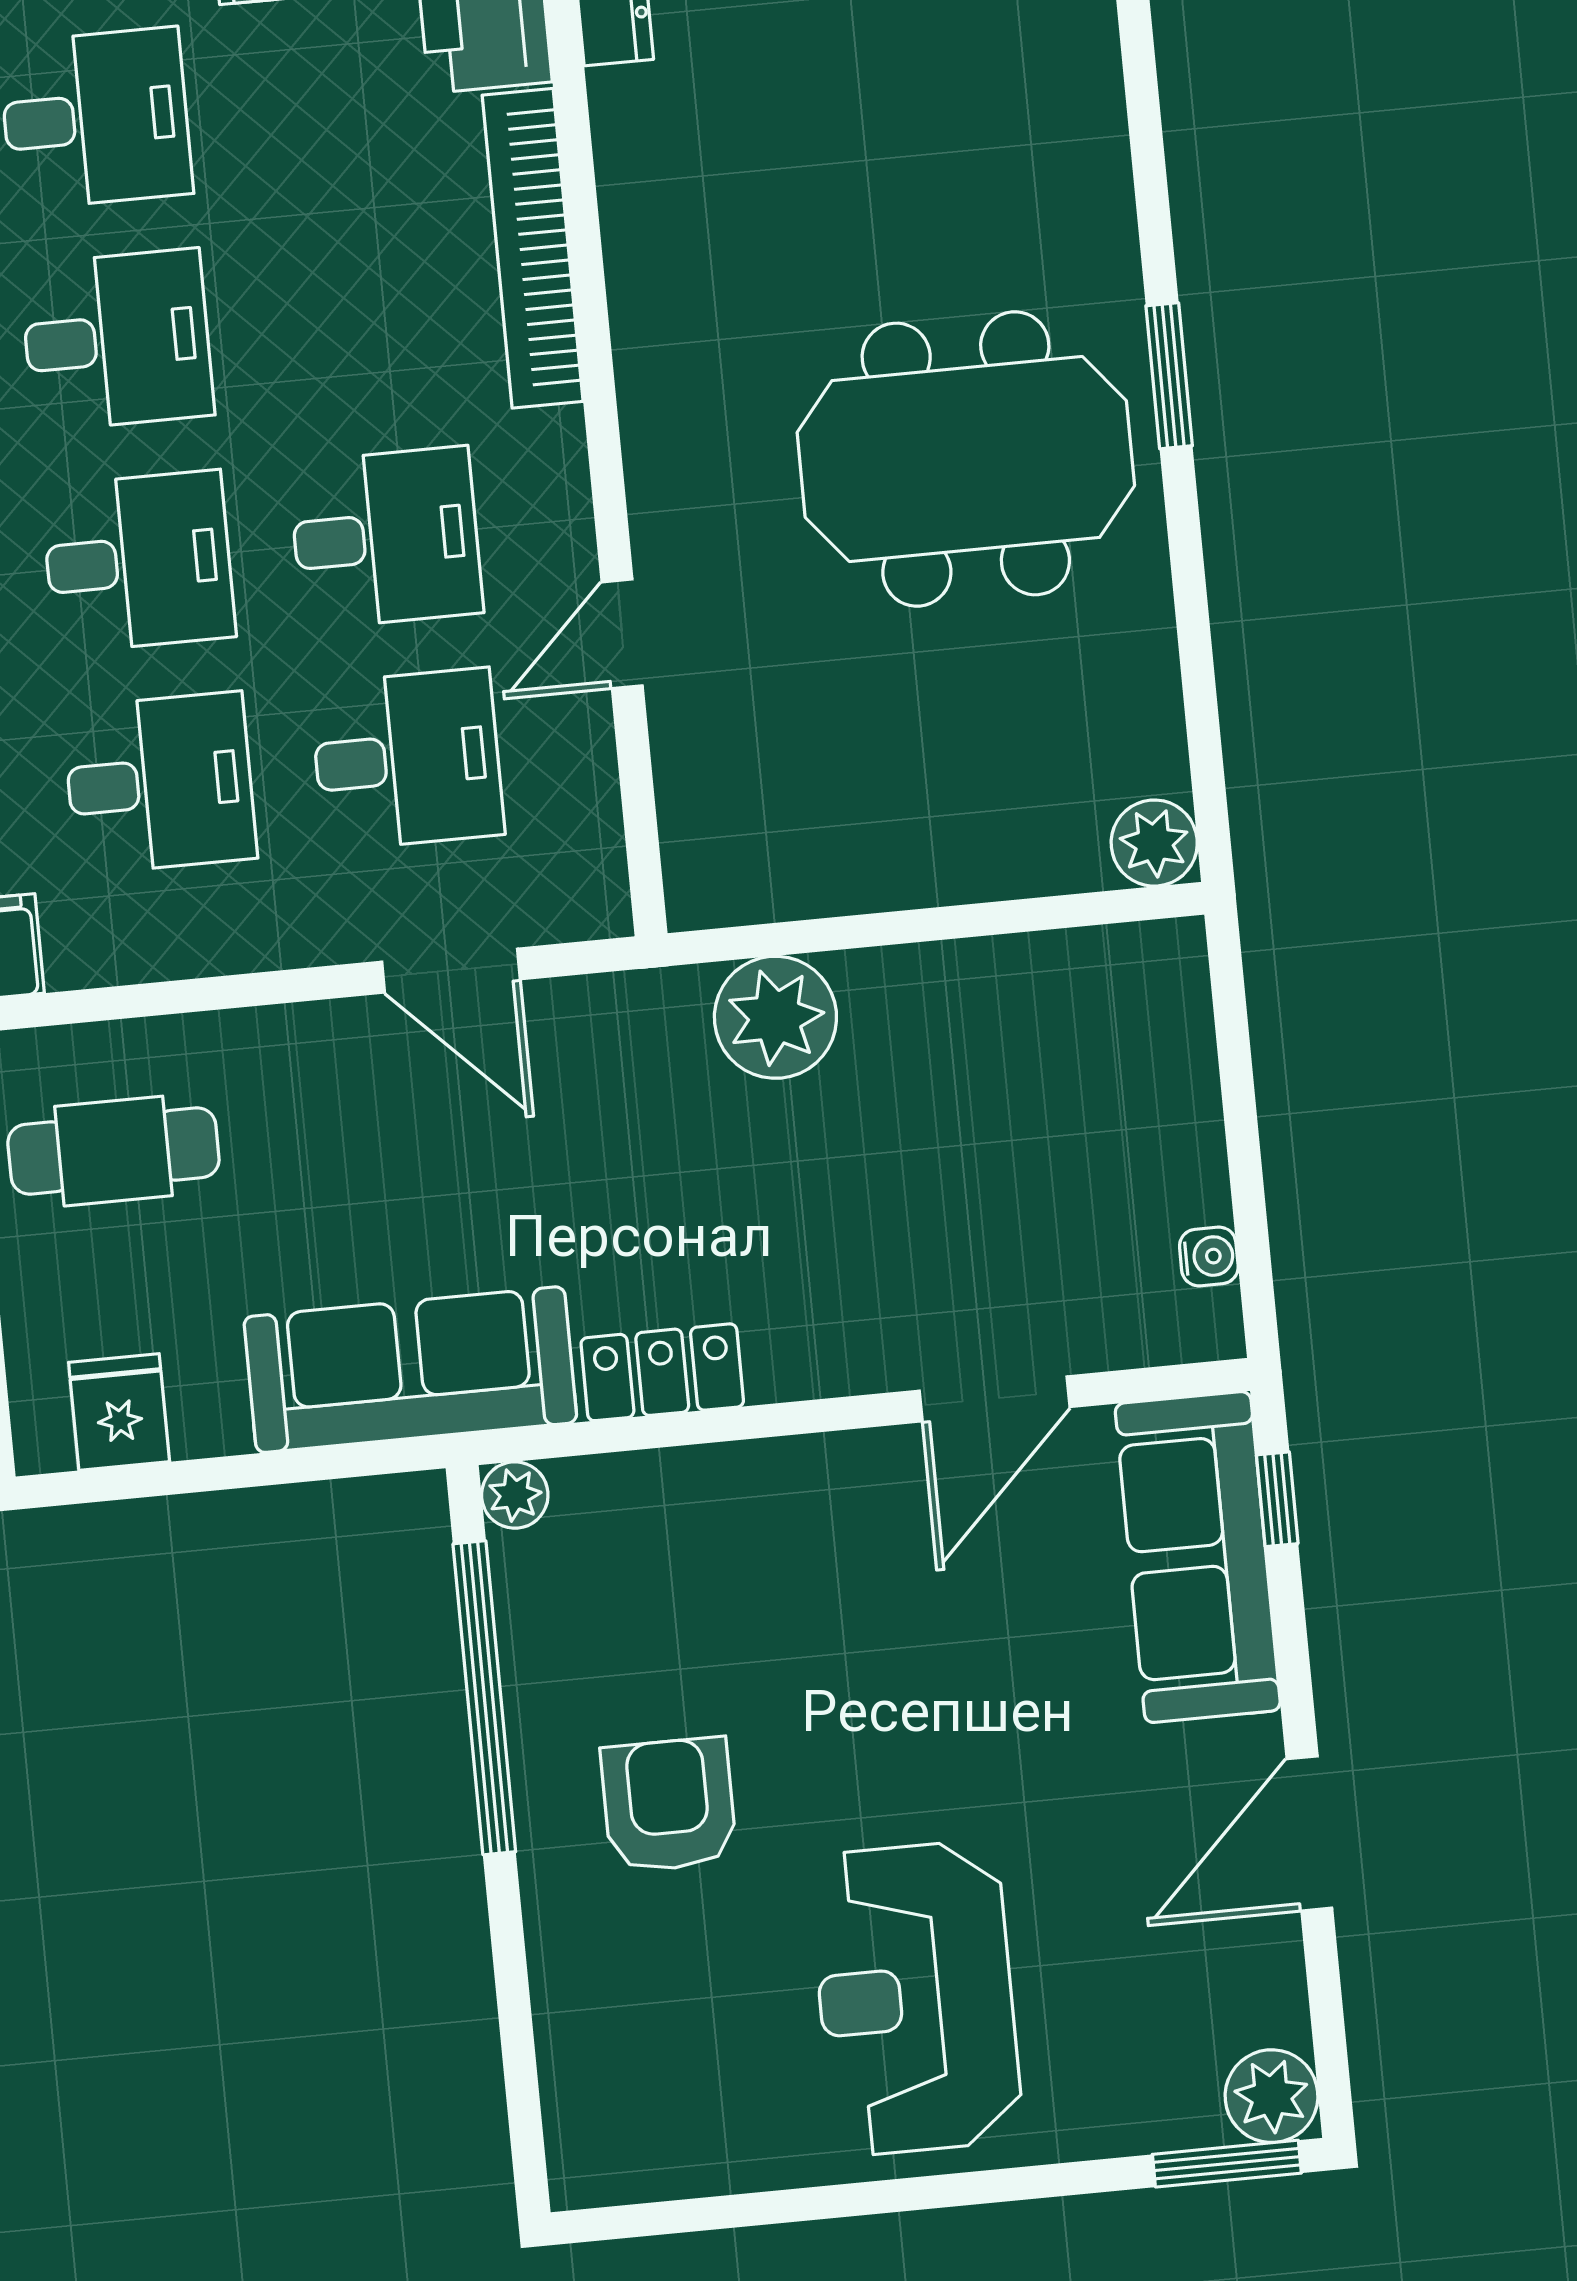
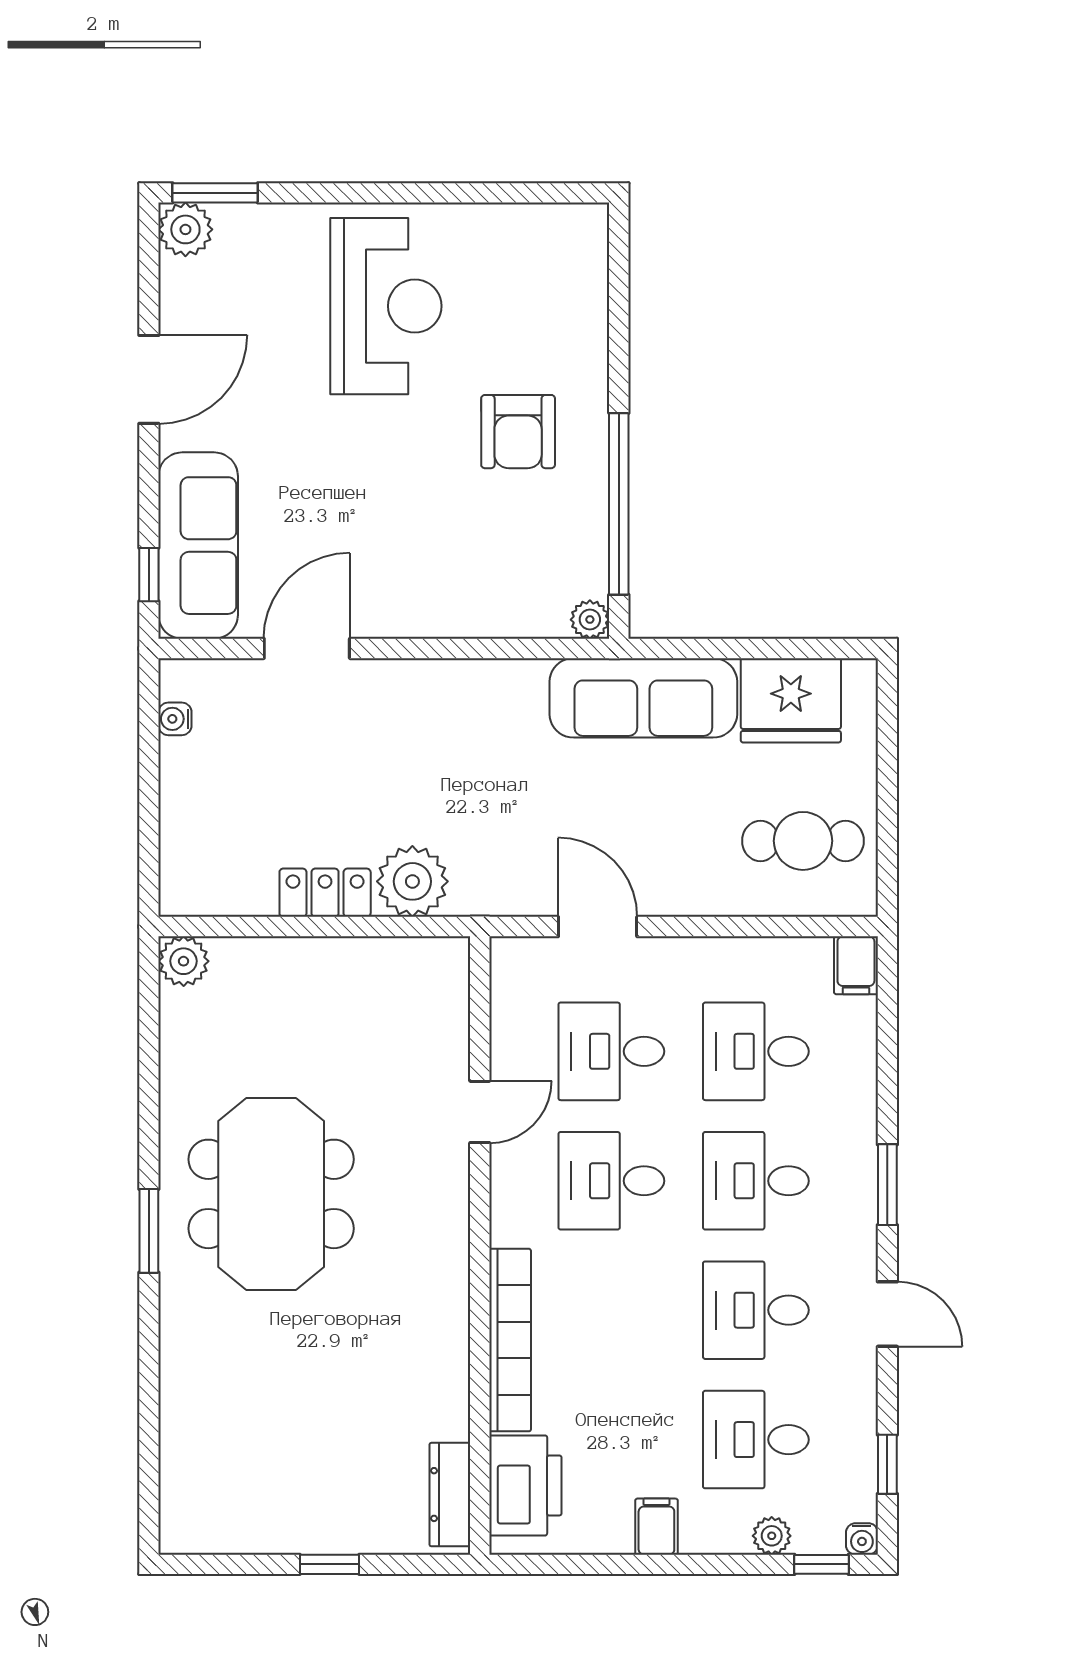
meeting table: (966, 459) -> (271, 1194), turned 90
locker: (662, 1372) -> (325, 893), moved, turned 180
fridge: (119, 1412) -> (791, 700), width x1.88, depth x1.34

